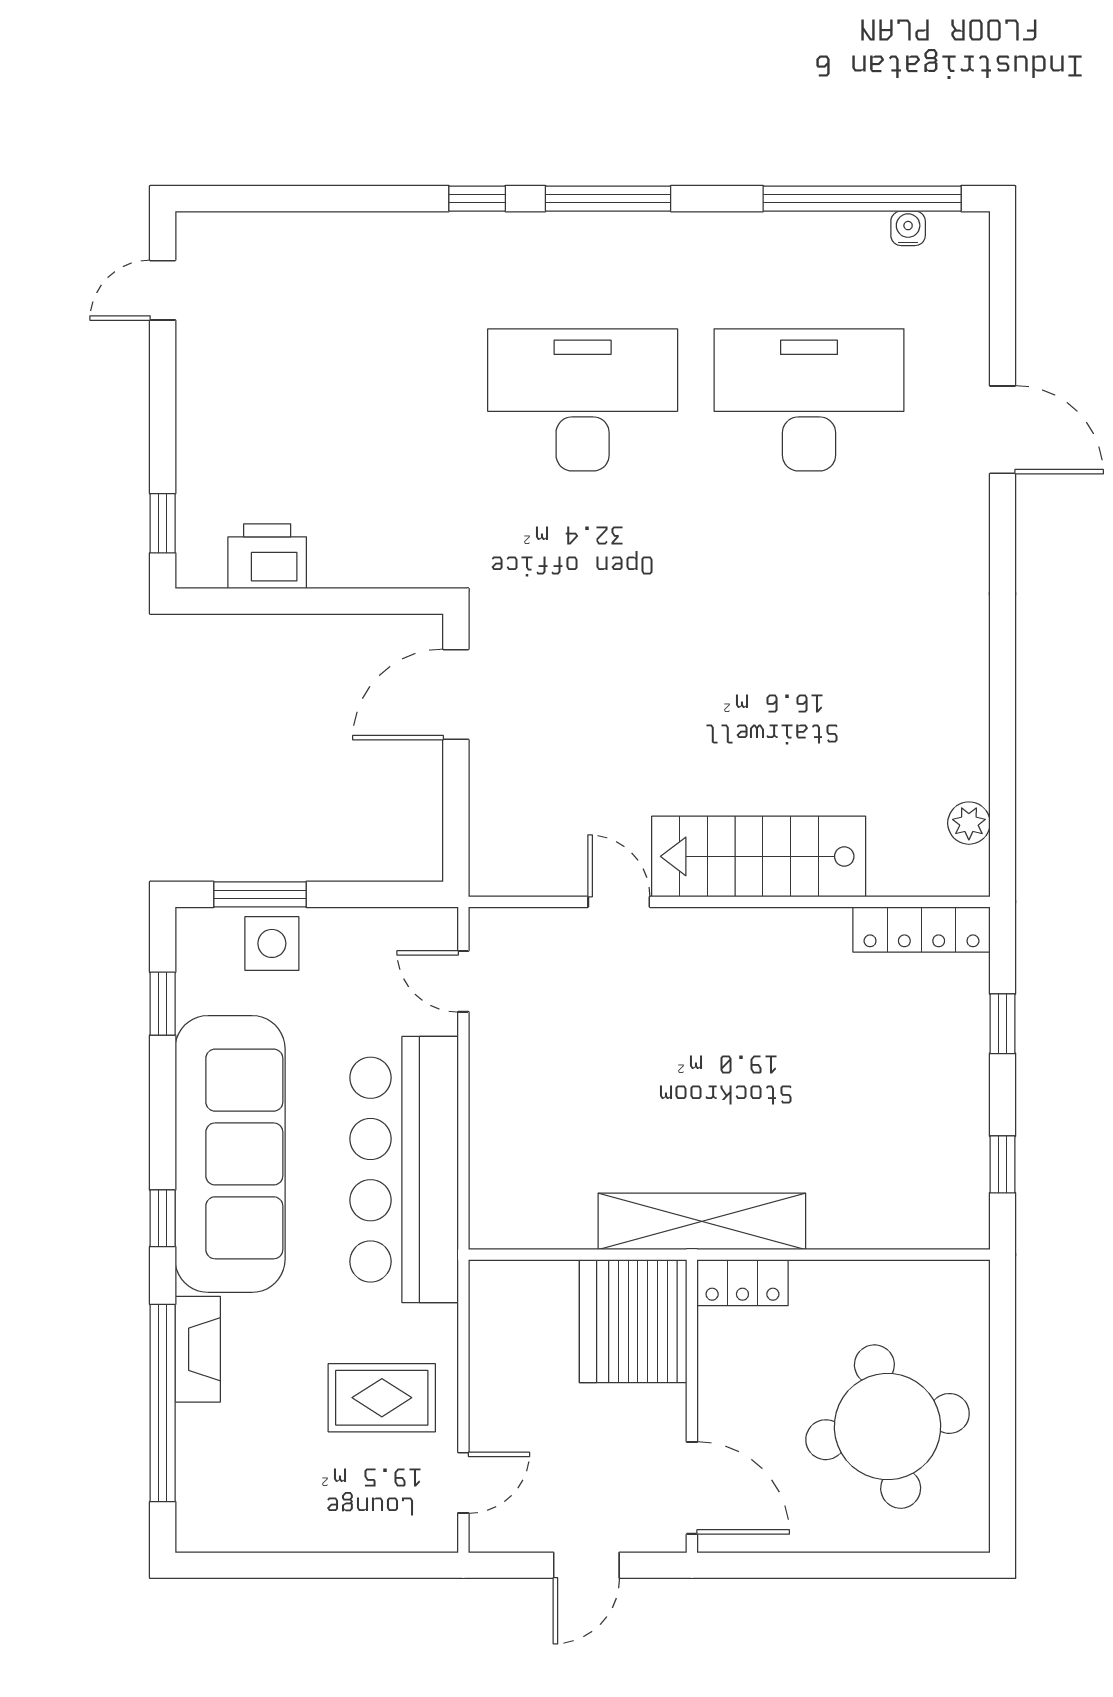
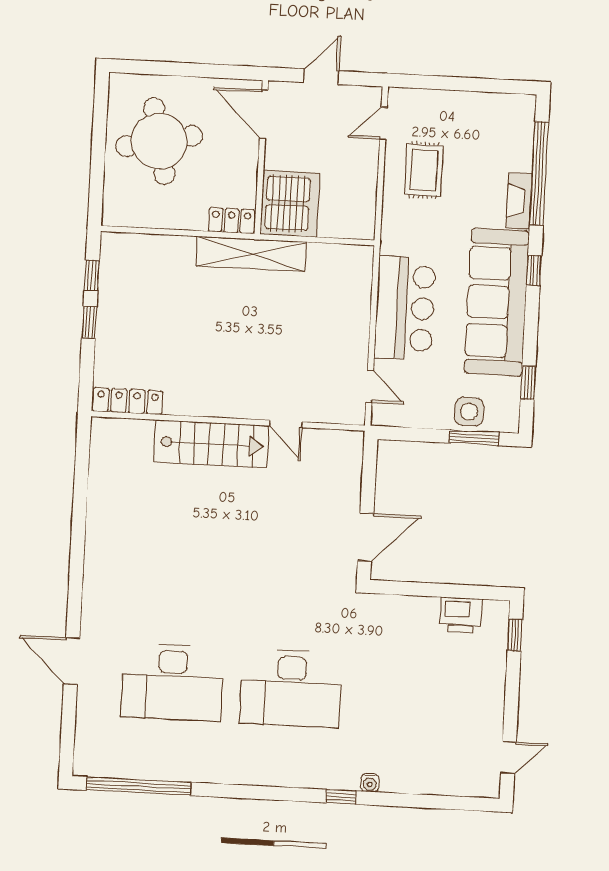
window: (608, 199) -> (272, 793), removed
water cooler: (908, 228) -> (370, 783), moved
plant: (969, 823) -> (100, 456), removed
window: (1003, 1024) -> (89, 322), moved
bar counter: (404, 1170) -> (405, 308), width x0.73
rug: (382, 1398) -> (424, 170), turned 90

